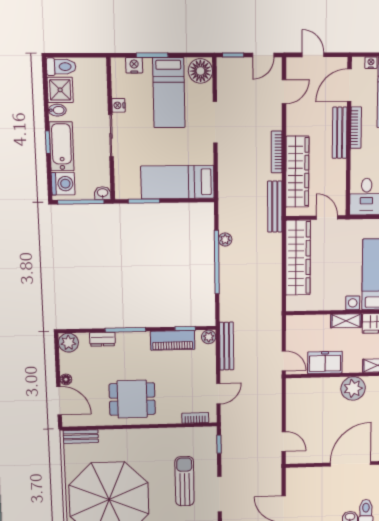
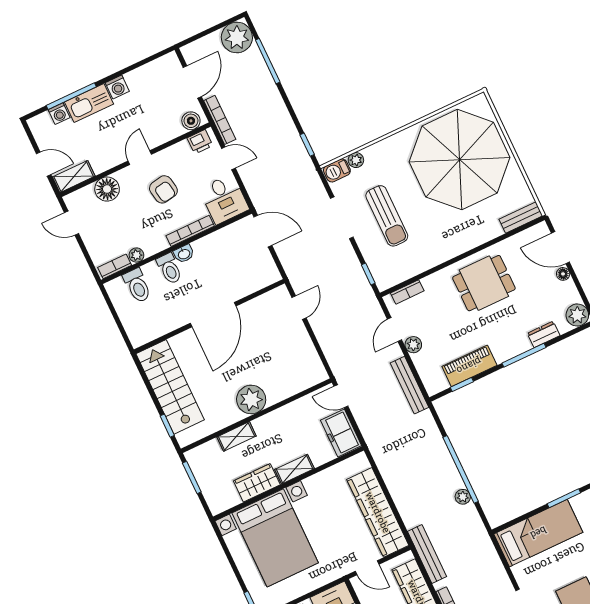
plant: (209, 337) -> (413, 345), moved
freezer: (325, 362) -> (341, 433), moved, turned 90
door: (284, 441) -> (299, 308), swing flipped

